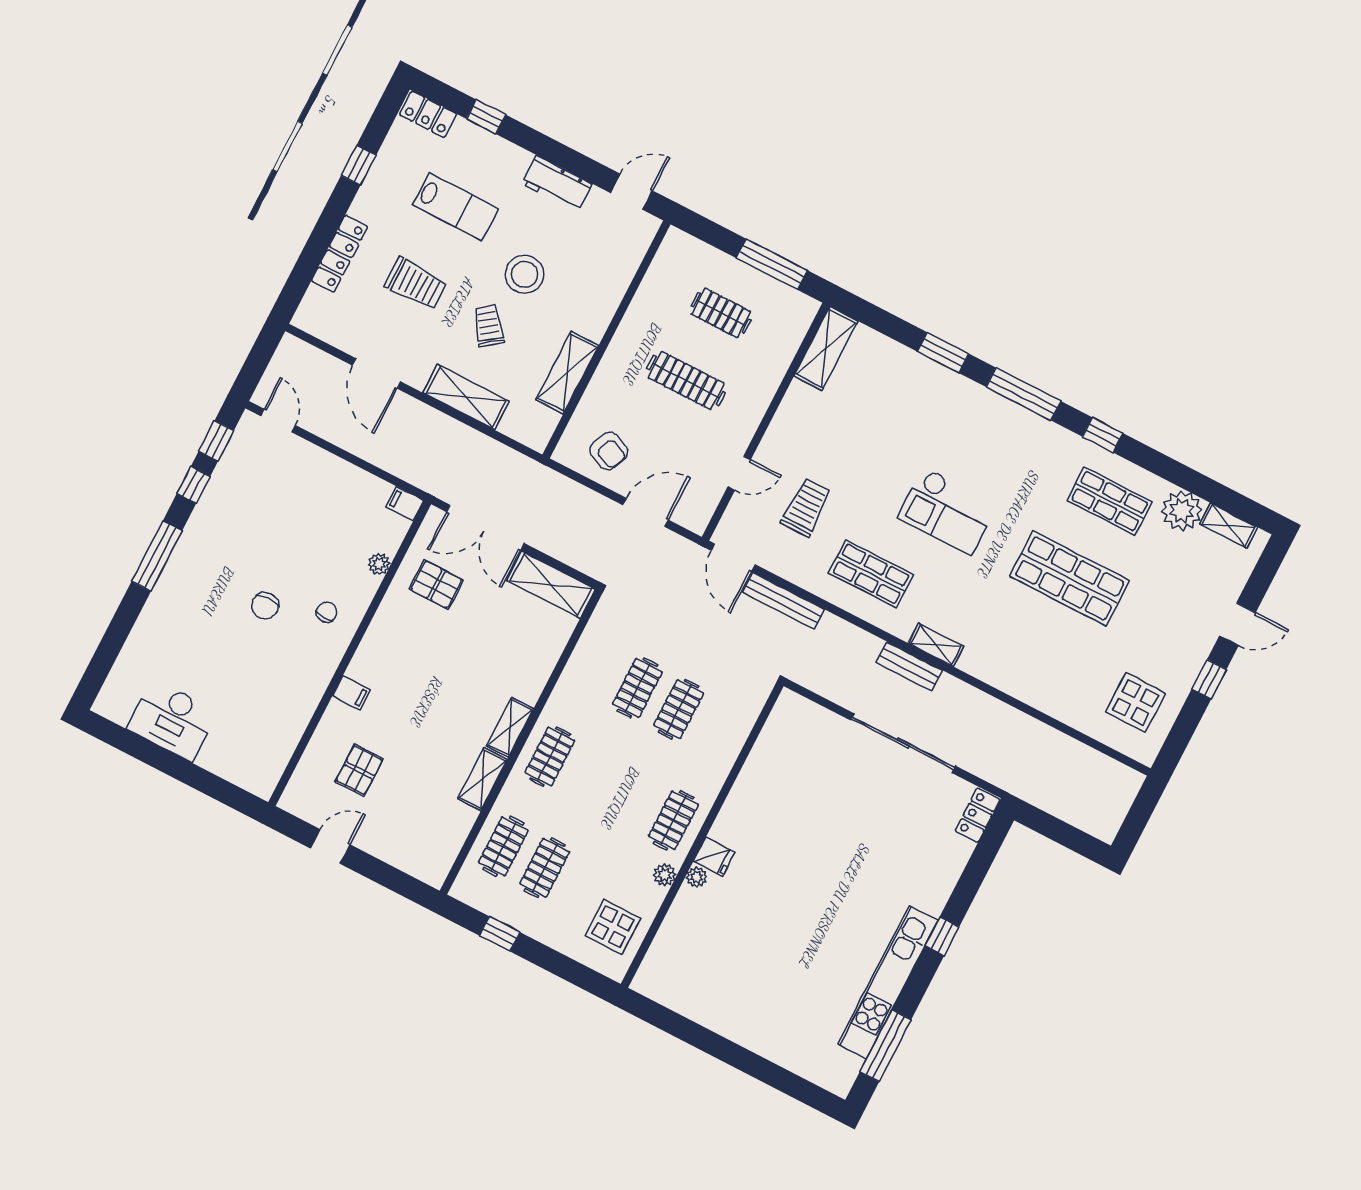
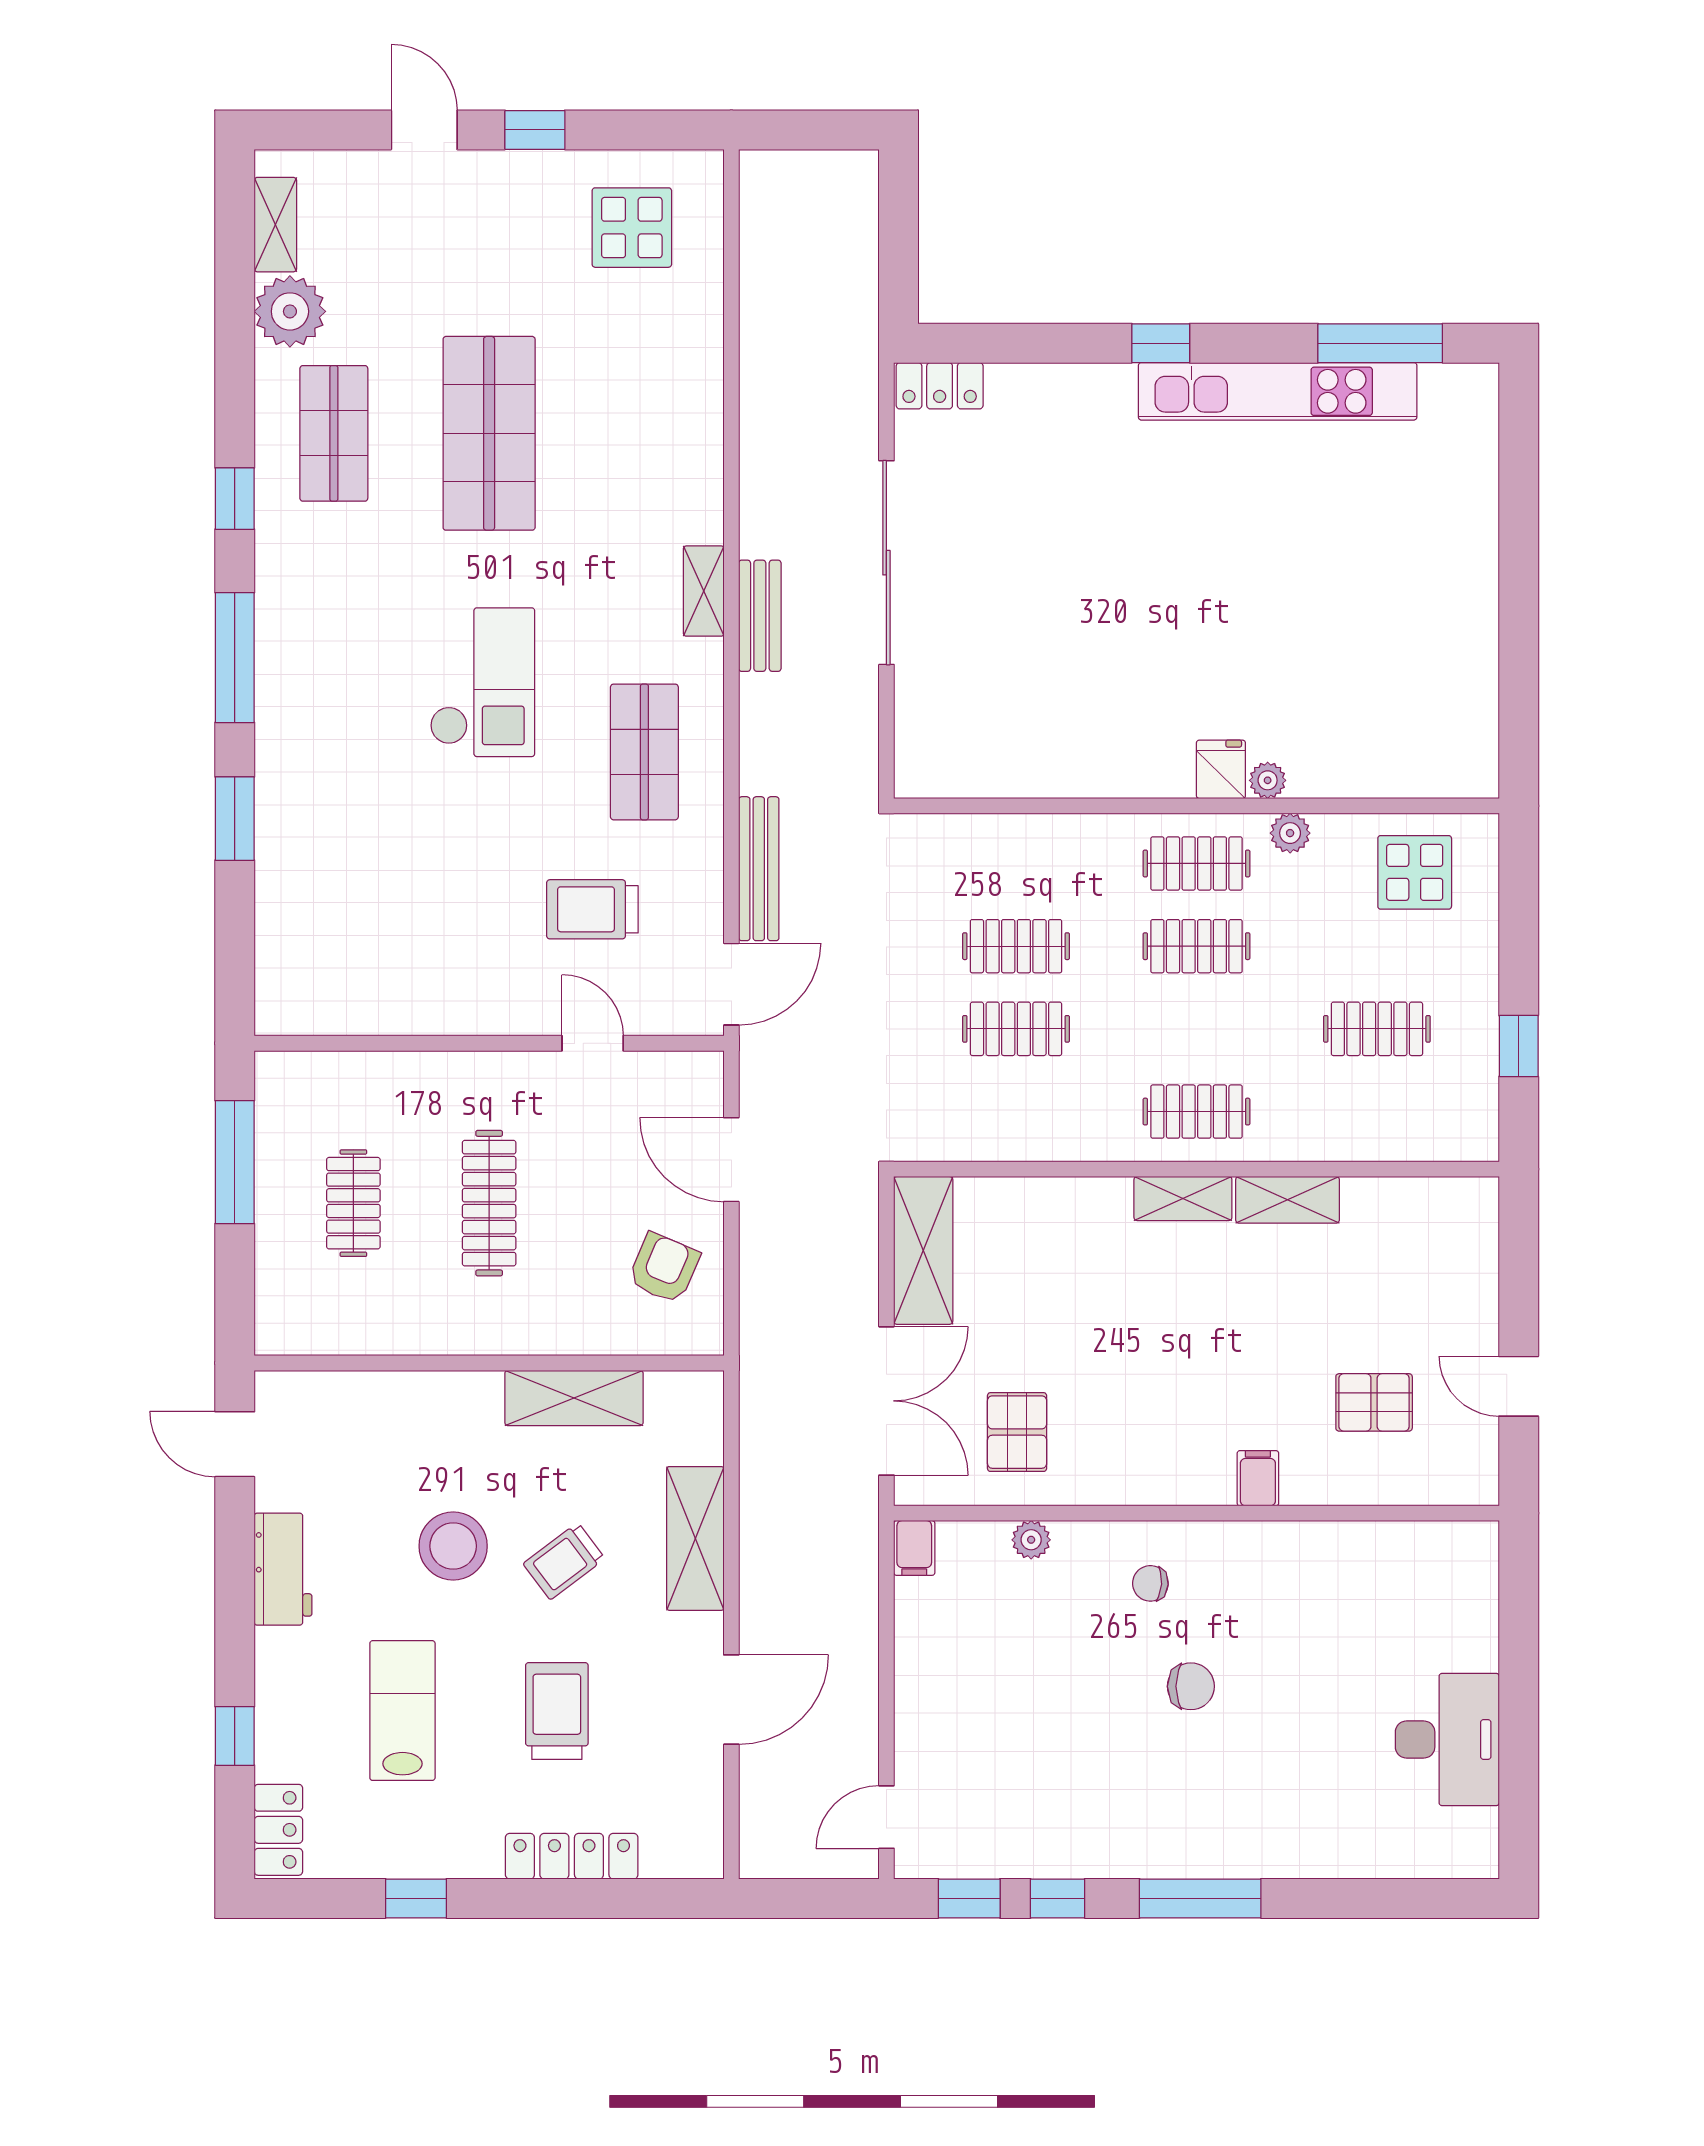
shelving: (826, 349) -> (324, 1008), removed
clothes rail: (503, 846) -> (1196, 946), moved

